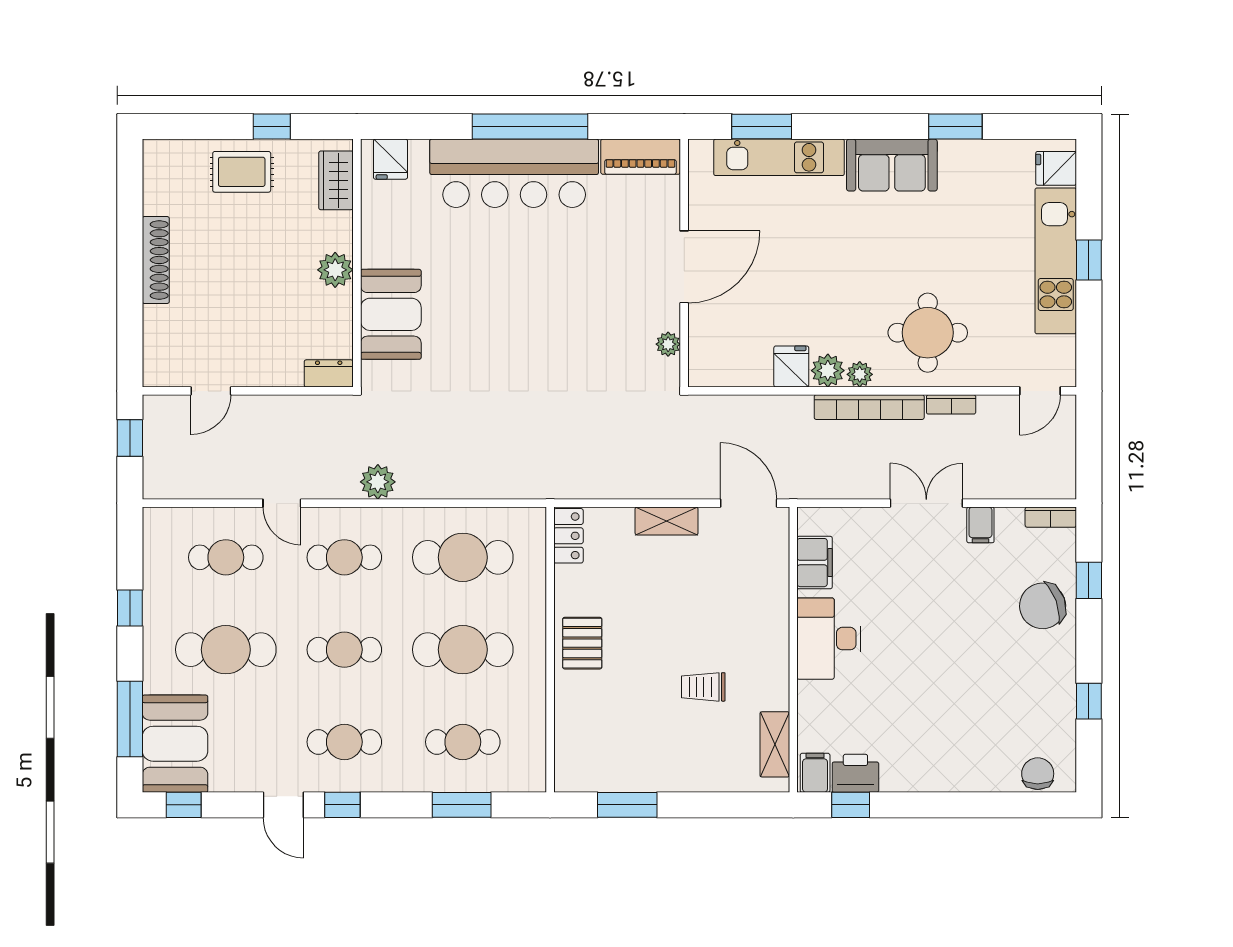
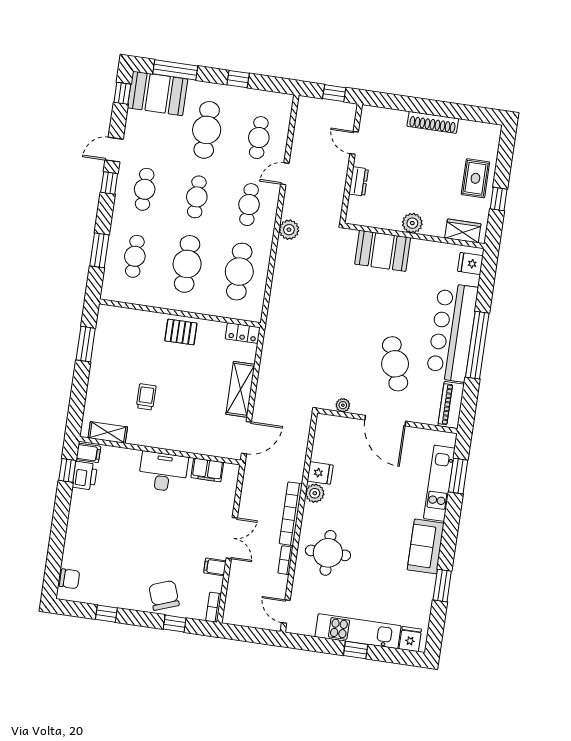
cafe table: (583, 264) -> (395, 364), added
dresser: (329, 373) -> (359, 181), moved
plant: (860, 374) -> (310, 511), removed
shelving: (667, 521) -> (240, 389), width x1.50, depth x1.33

